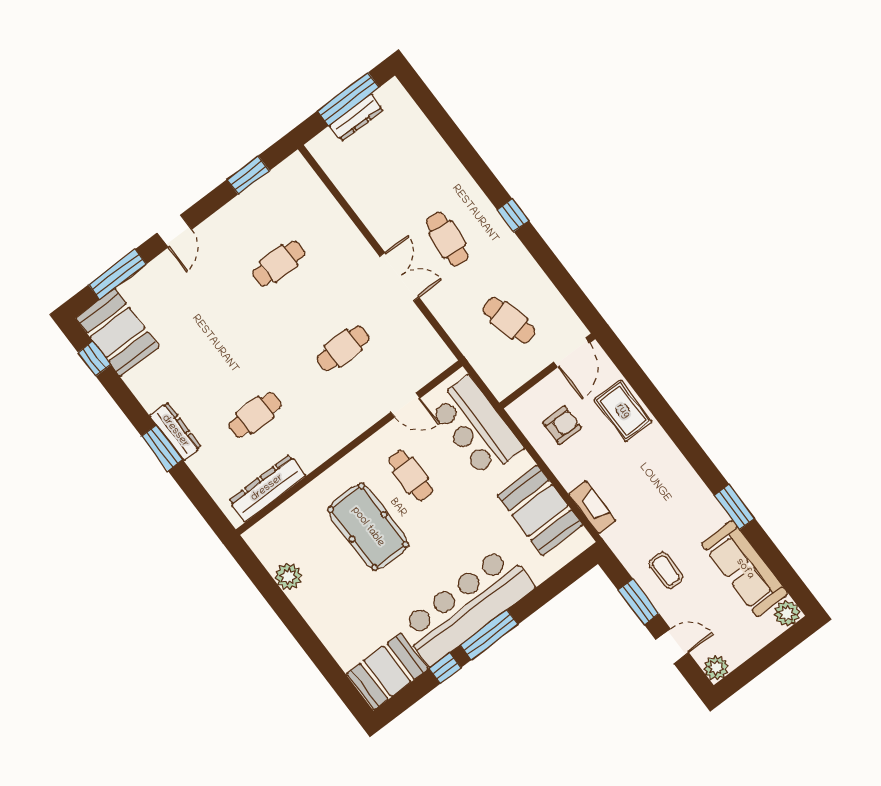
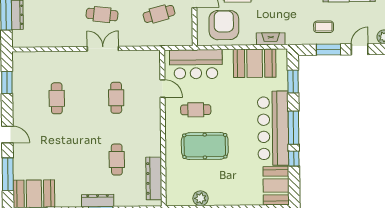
door: (405, 405) -> (162, 89), hinge flipped
armchair: (562, 425) -> (224, 25), width x1.88, depth x1.88
window: (555, 585) -> (293, 82), added

